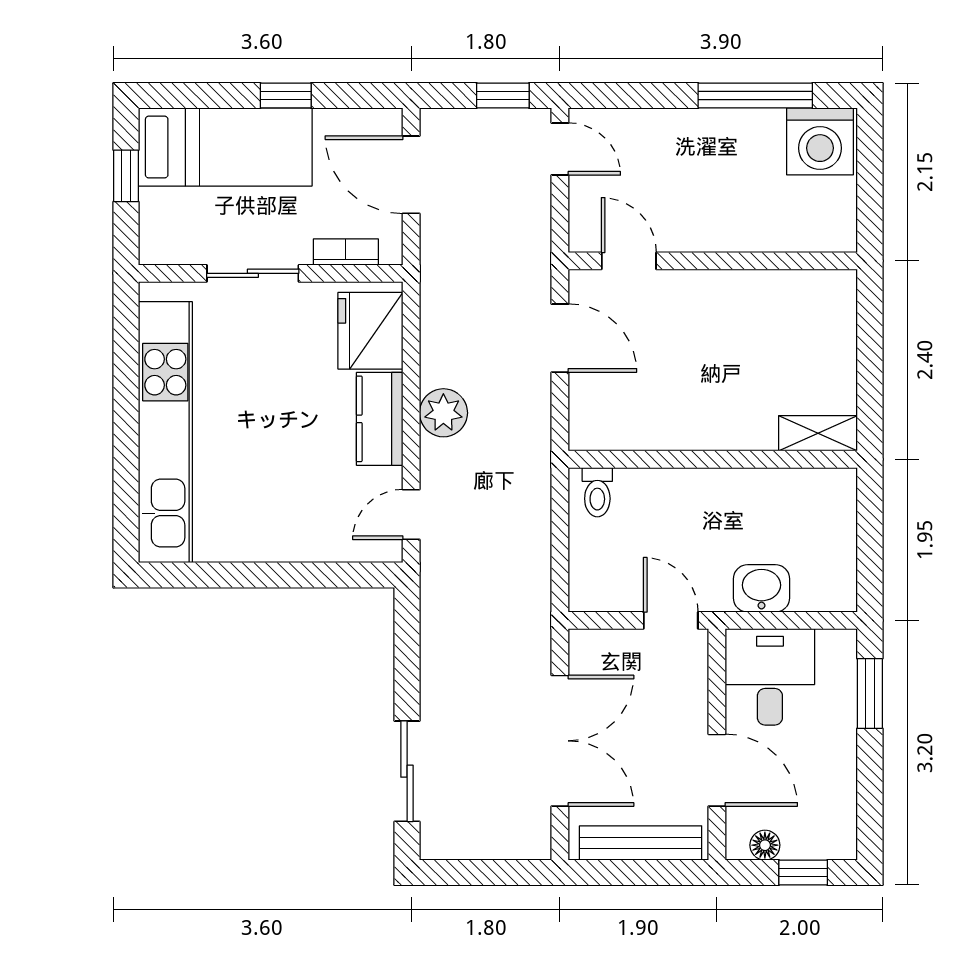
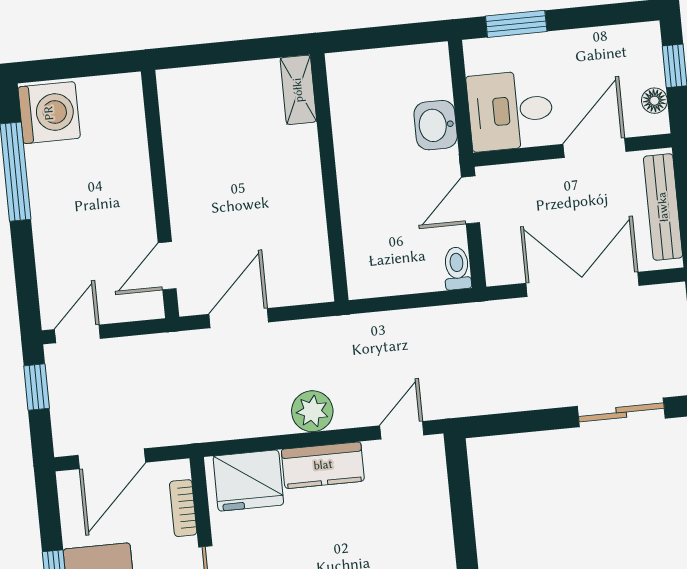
toilet: (597, 492) -> (457, 268), moved, turned -90
door: (411, 514) -> (402, 430), swing flipped

